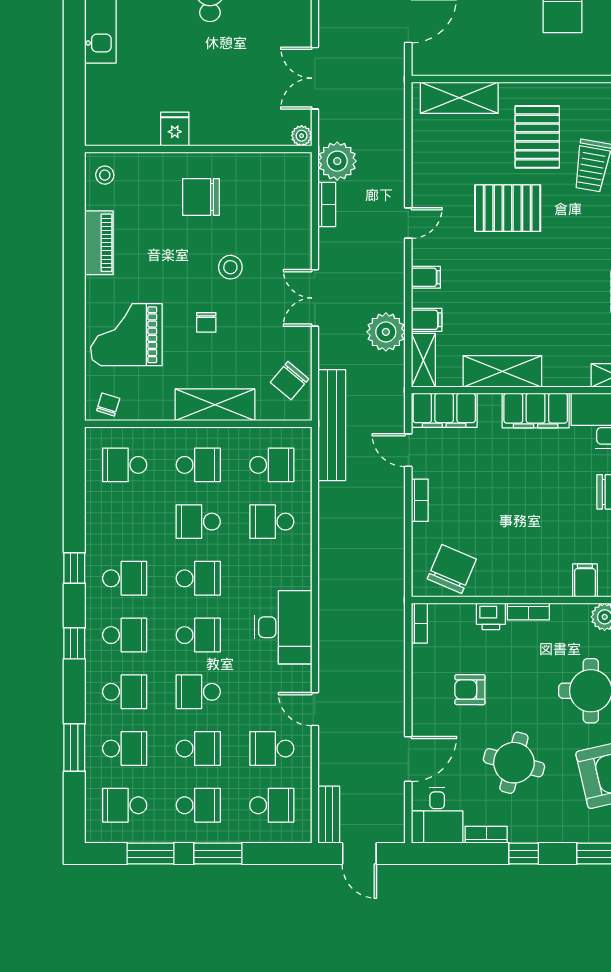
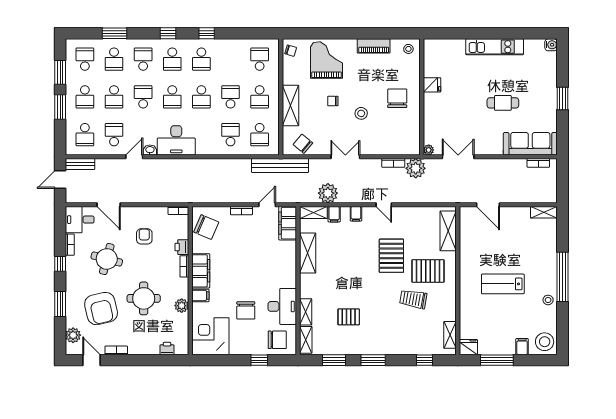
filing cabinet: (536, 411) -> (201, 271), moved, turned 180
washbasin: (302, 679) -> (150, 150), added
school desk: (125, 692) -> (143, 59), turned 180

